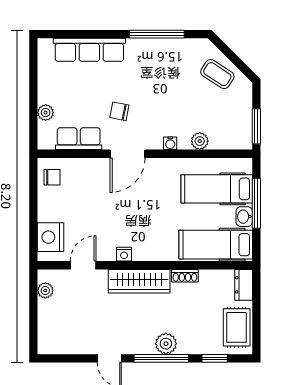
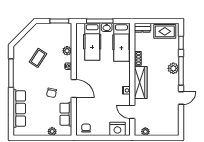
coffee table: (217, 74) -> (38, 58), moved

